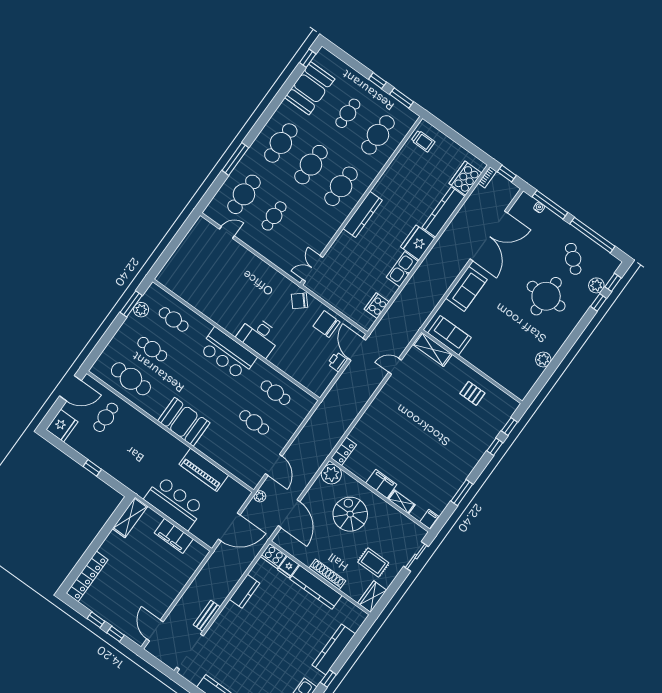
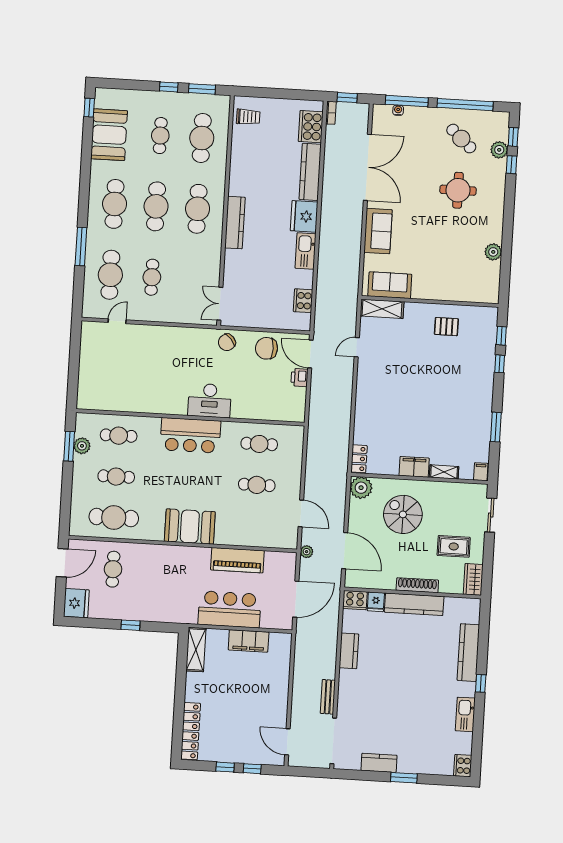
round table: (546, 296) -> (458, 190), width x0.73, depth x0.73

